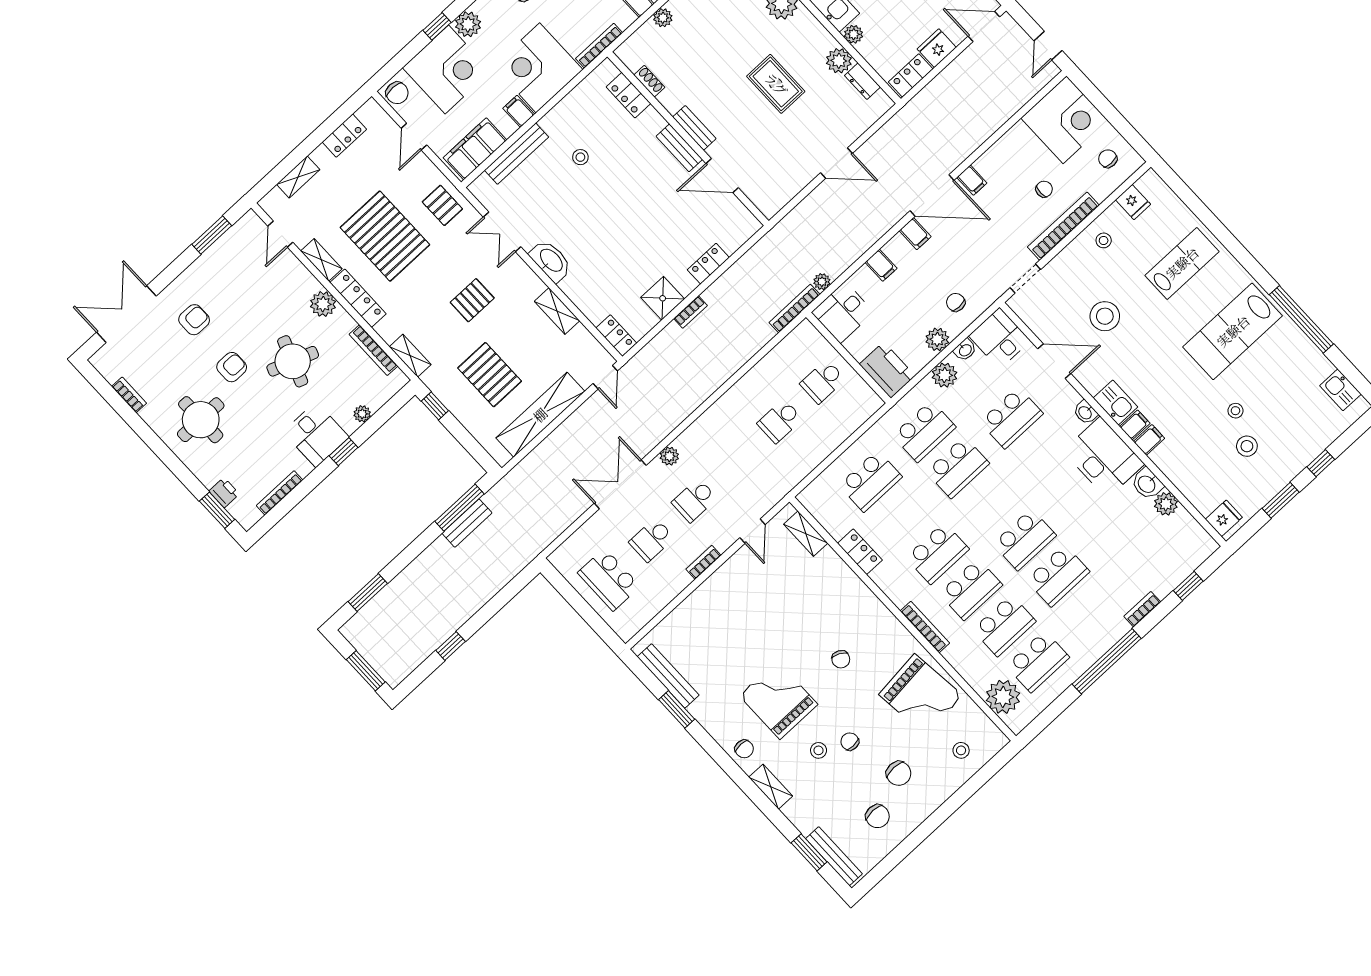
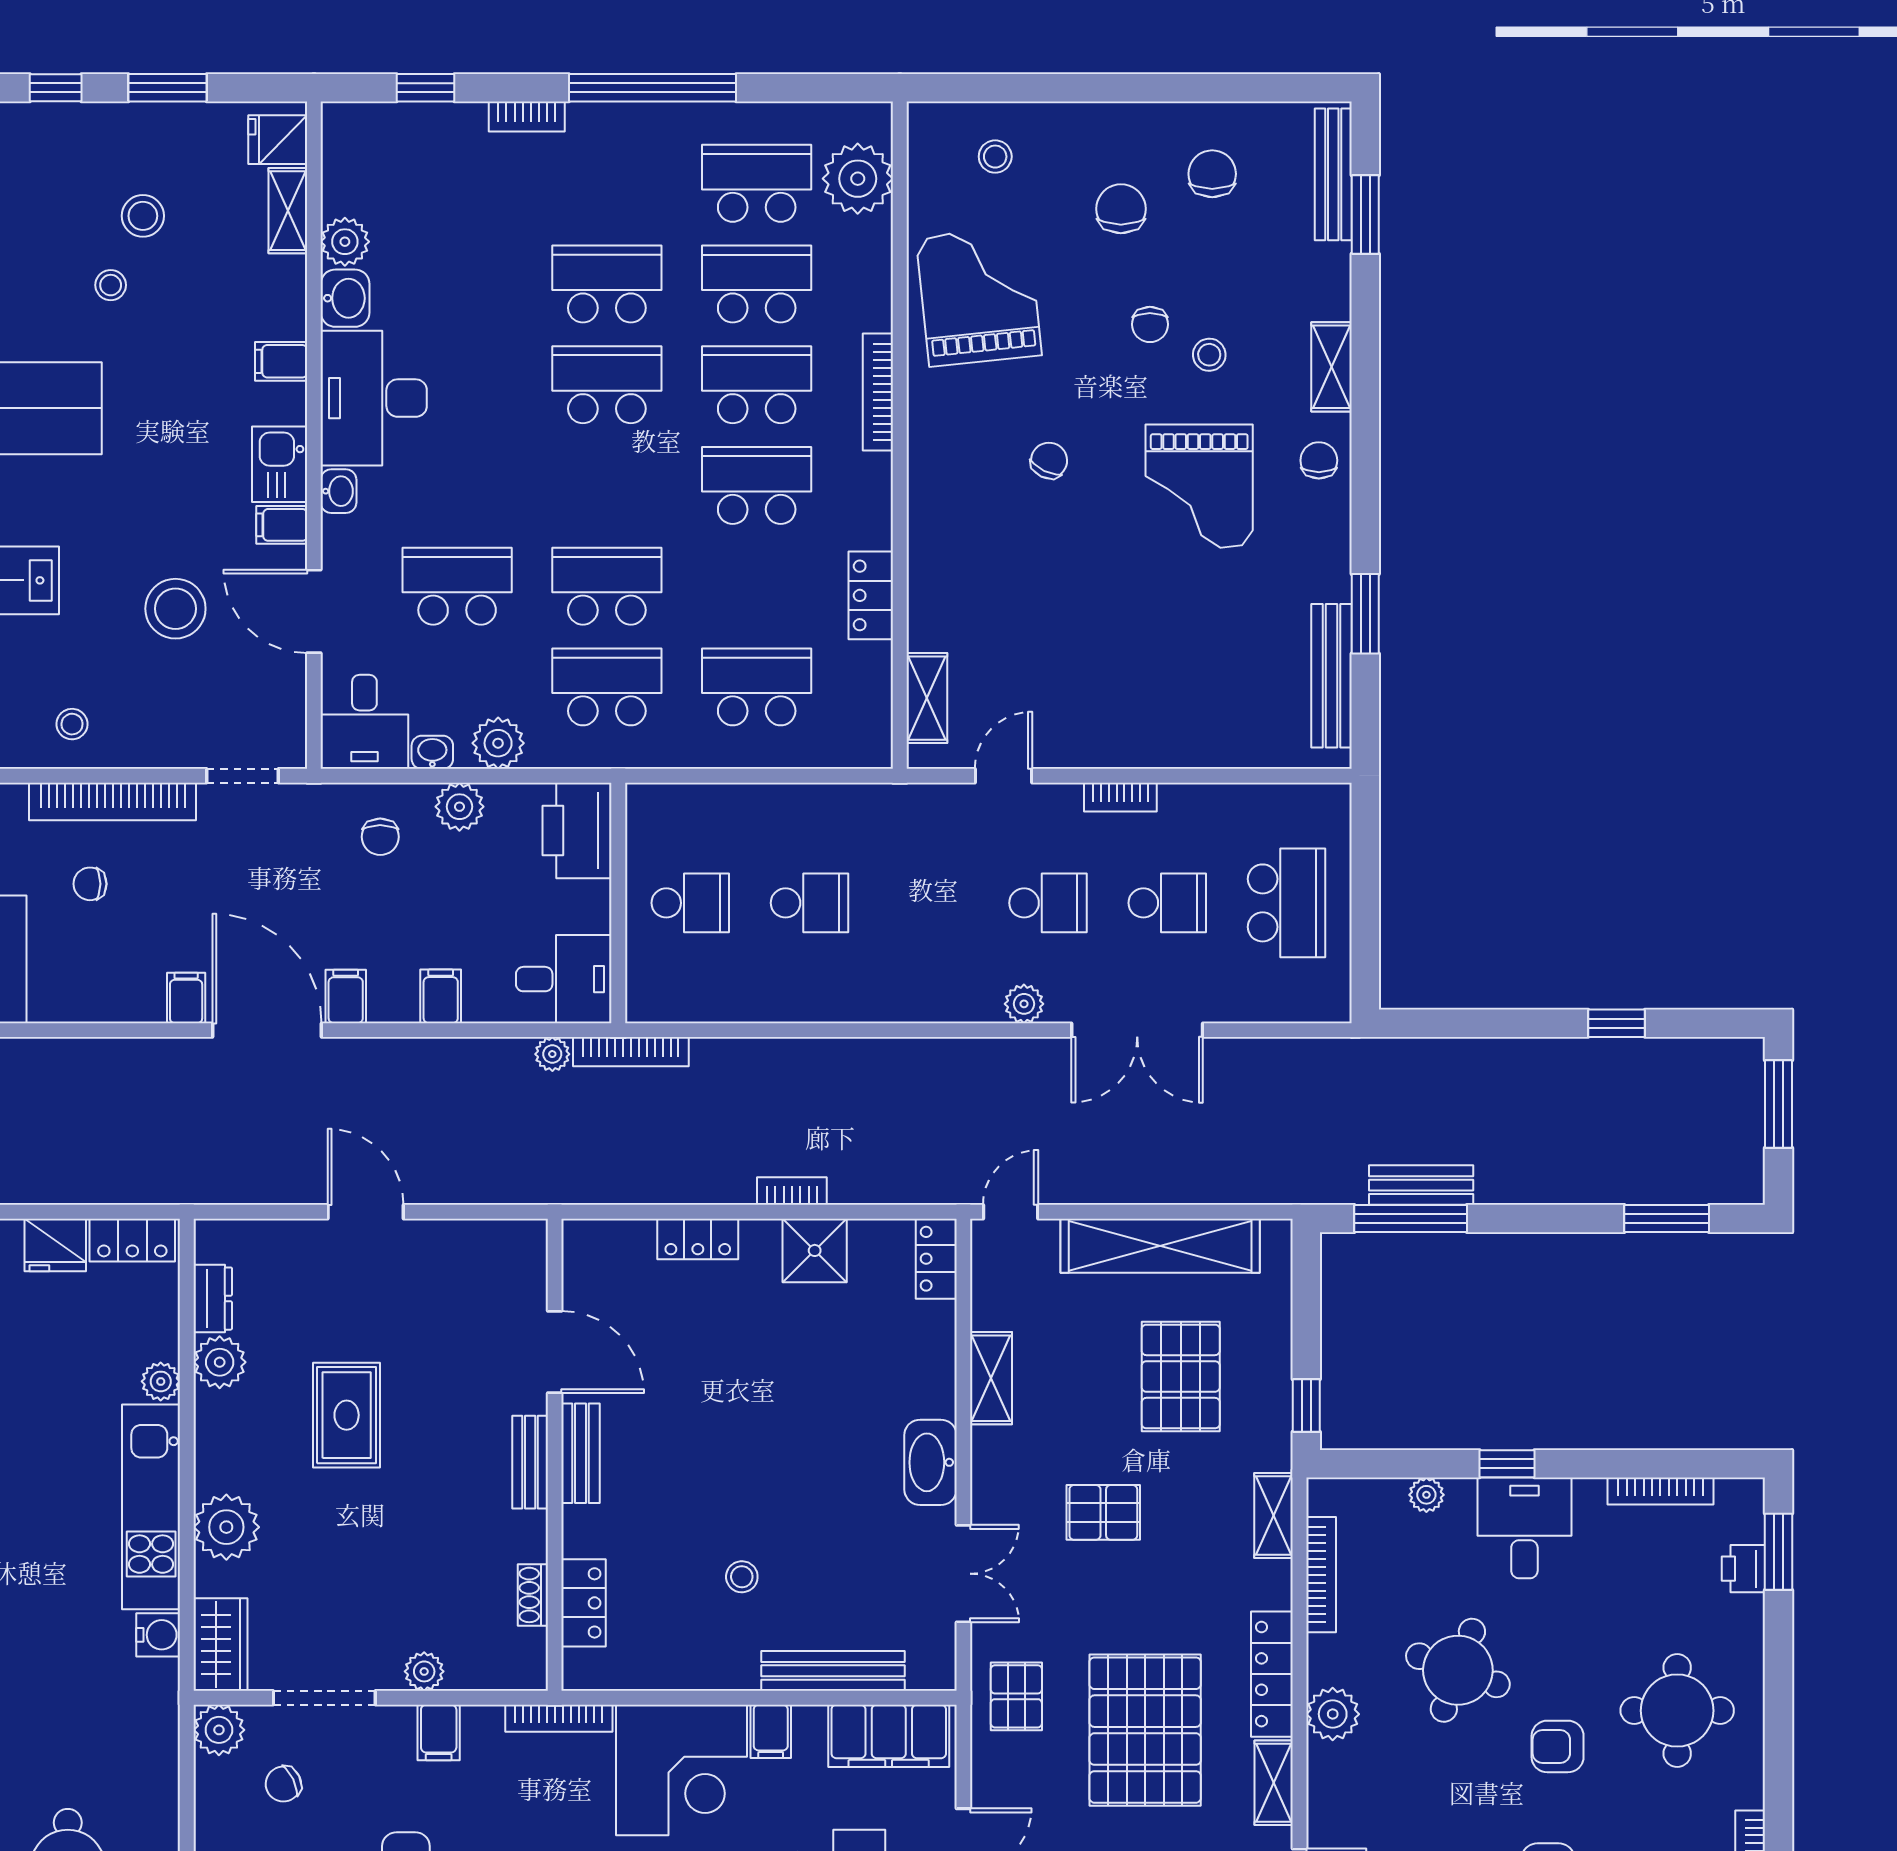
filing cabinet: (1135, 425) -> (282, 525), moved
shelving: (1197, 496) -> (288, 211), added

